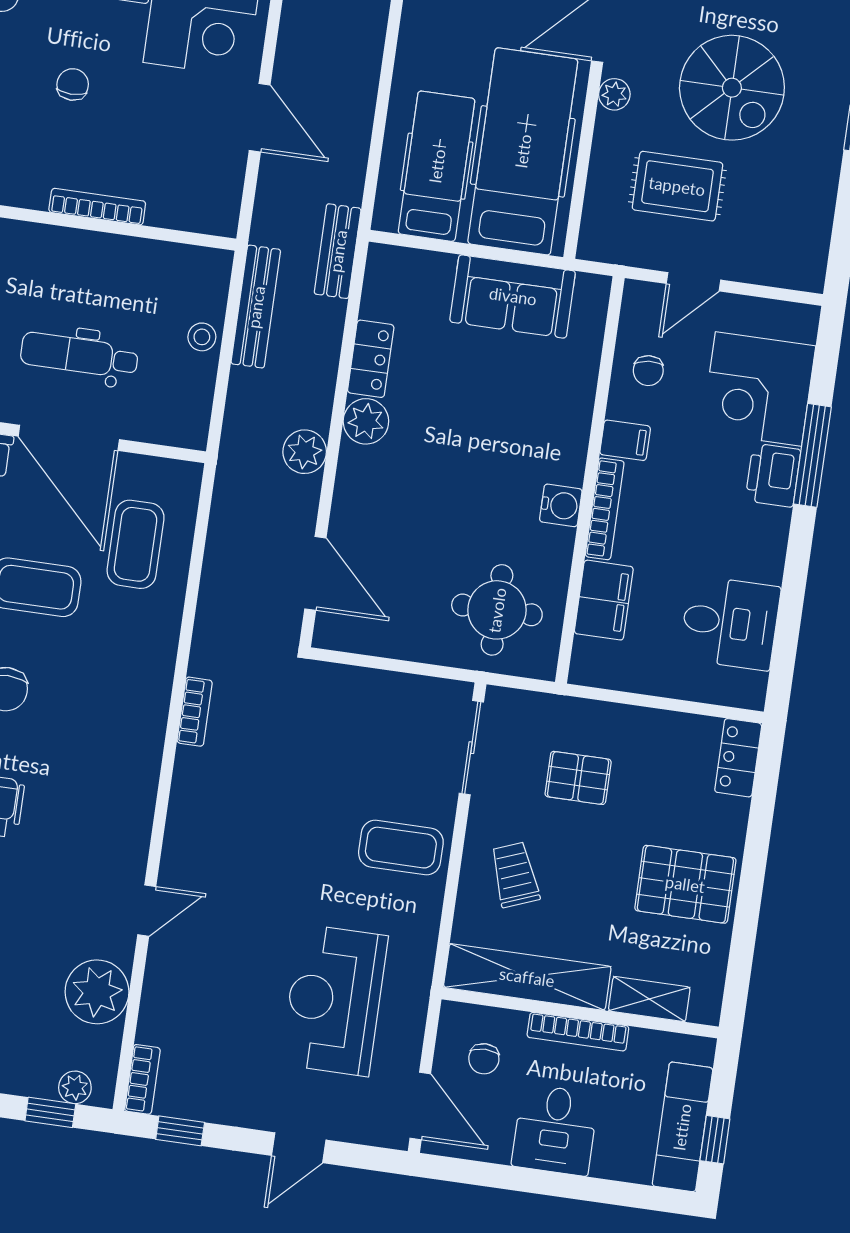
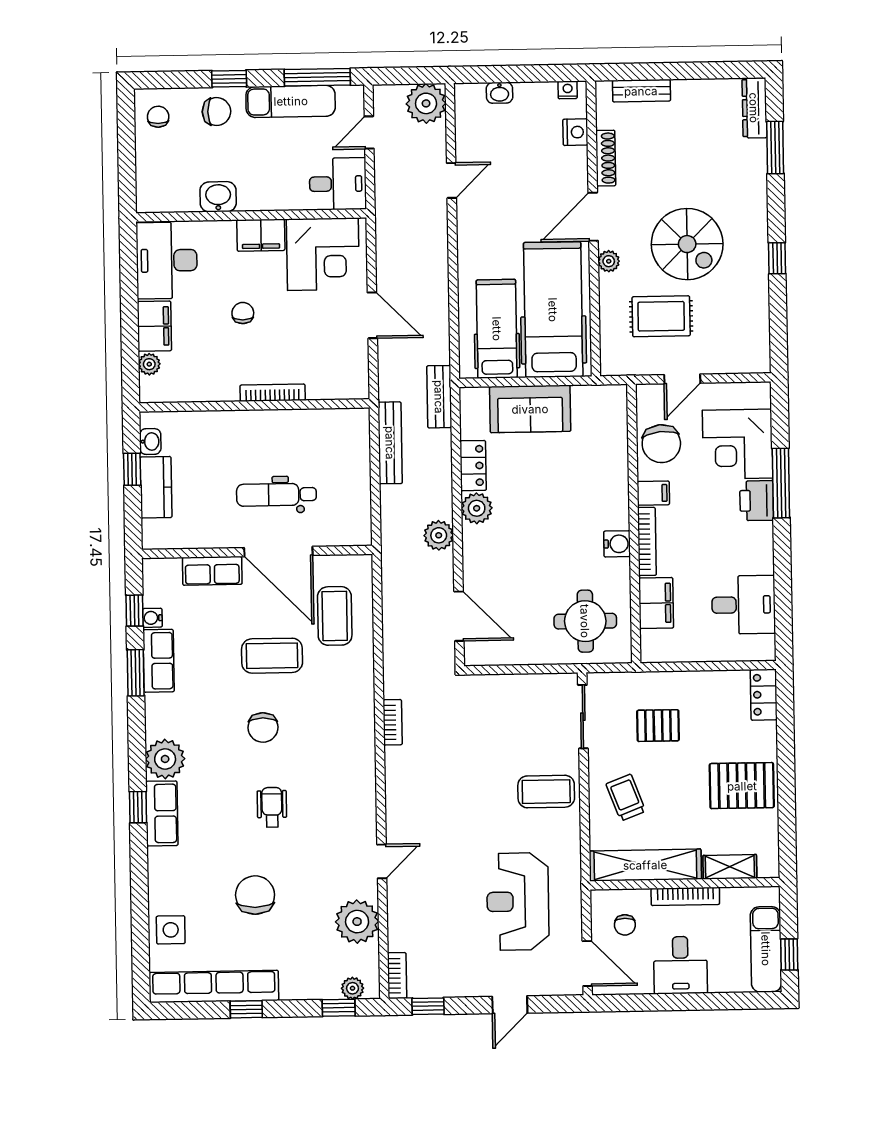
sofa: (513, 296) -> (530, 409), moved
stool: (202, 337) -> (357, 469), removed
chair: (648, 371) -> (661, 444), width x1.87, depth x1.87

